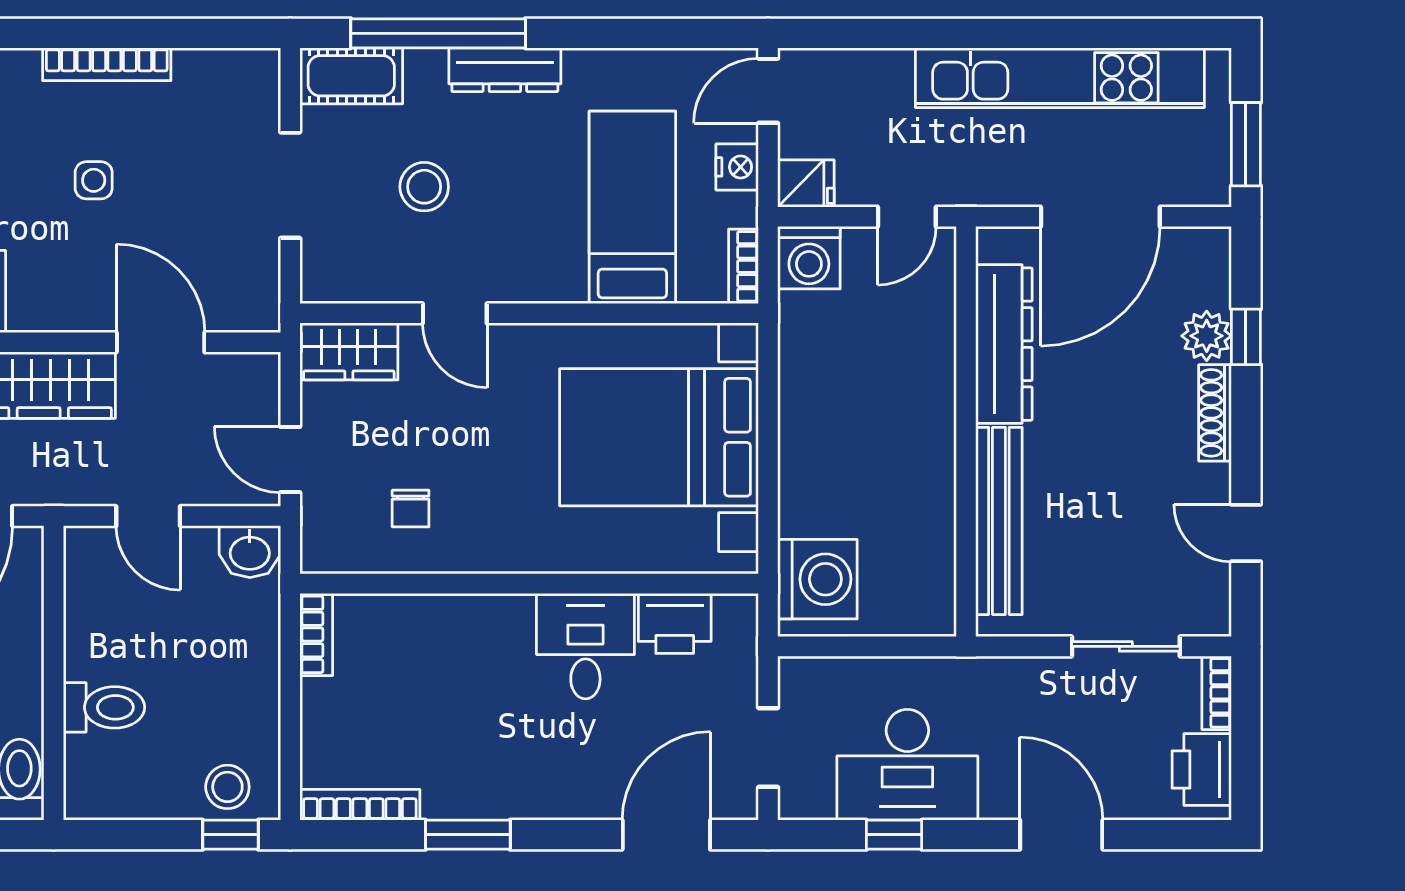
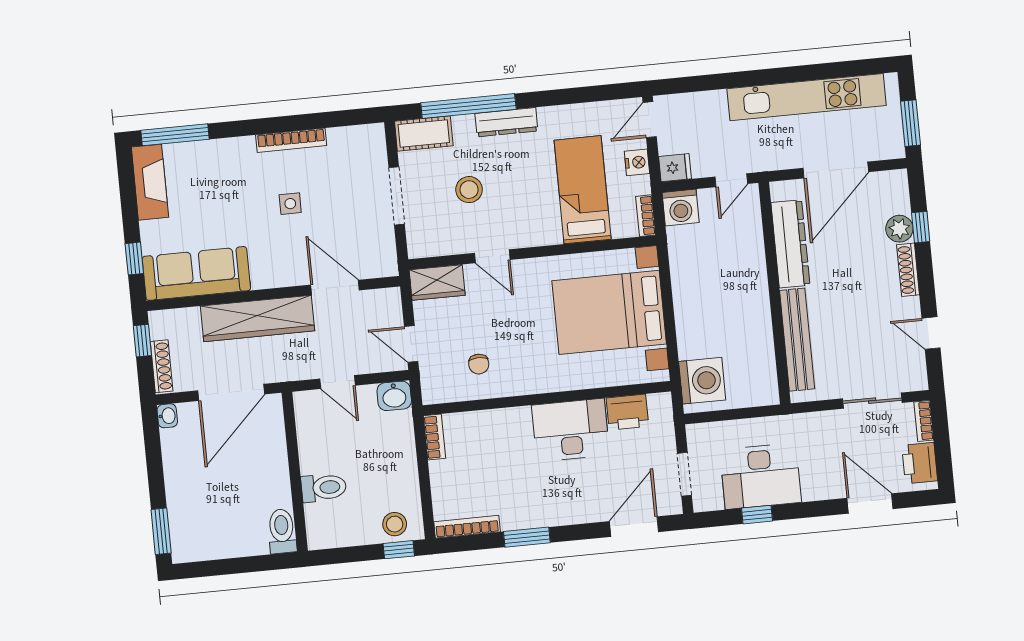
desk: (585, 646) -> (571, 430), width x1.37
door: (1061, 835) -> (870, 503), moved

